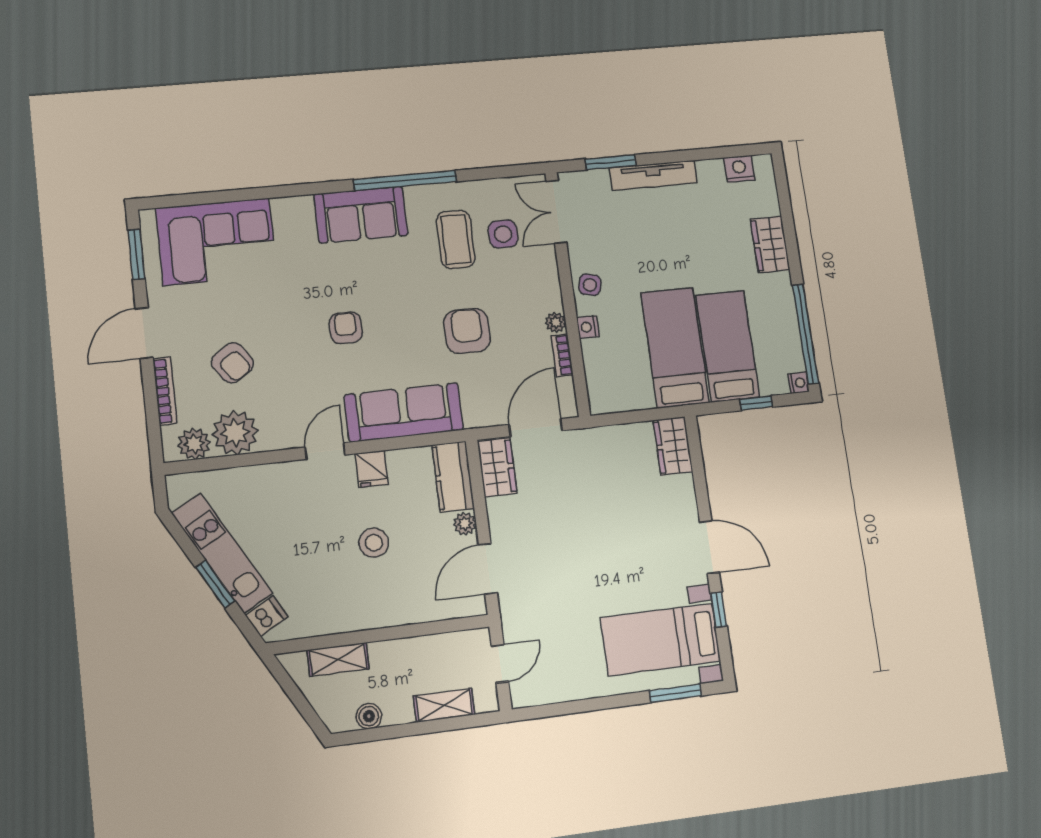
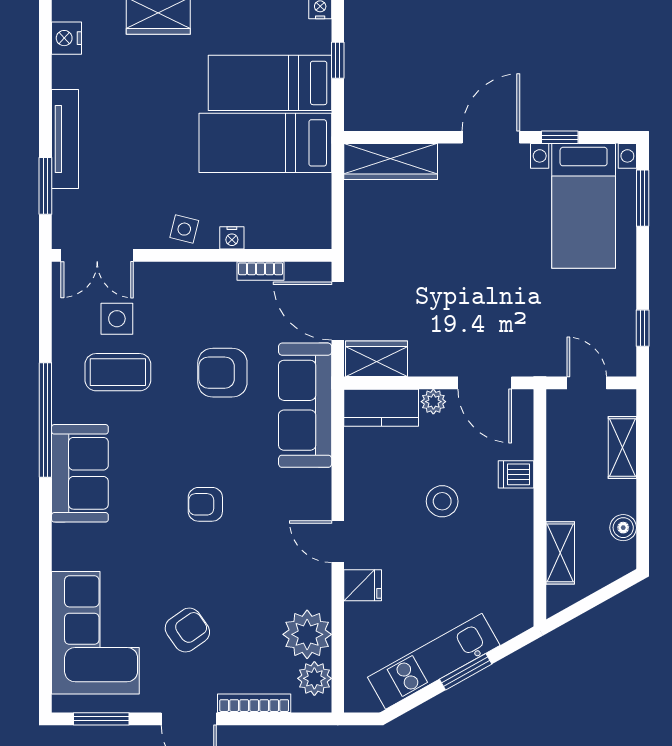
plant: (556, 322) -> (223, 273), removed
armchair: (232, 363) -> (187, 630), moved
sofa: (404, 412) -> (305, 405), moved
wardrobe: (673, 446) -> (391, 162), width x1.50
fridge: (372, 469) -> (363, 585), moved
dishwasher: (267, 616) -> (516, 474), moved, turned -61
window: (557, 709) -> (643, 328), added

